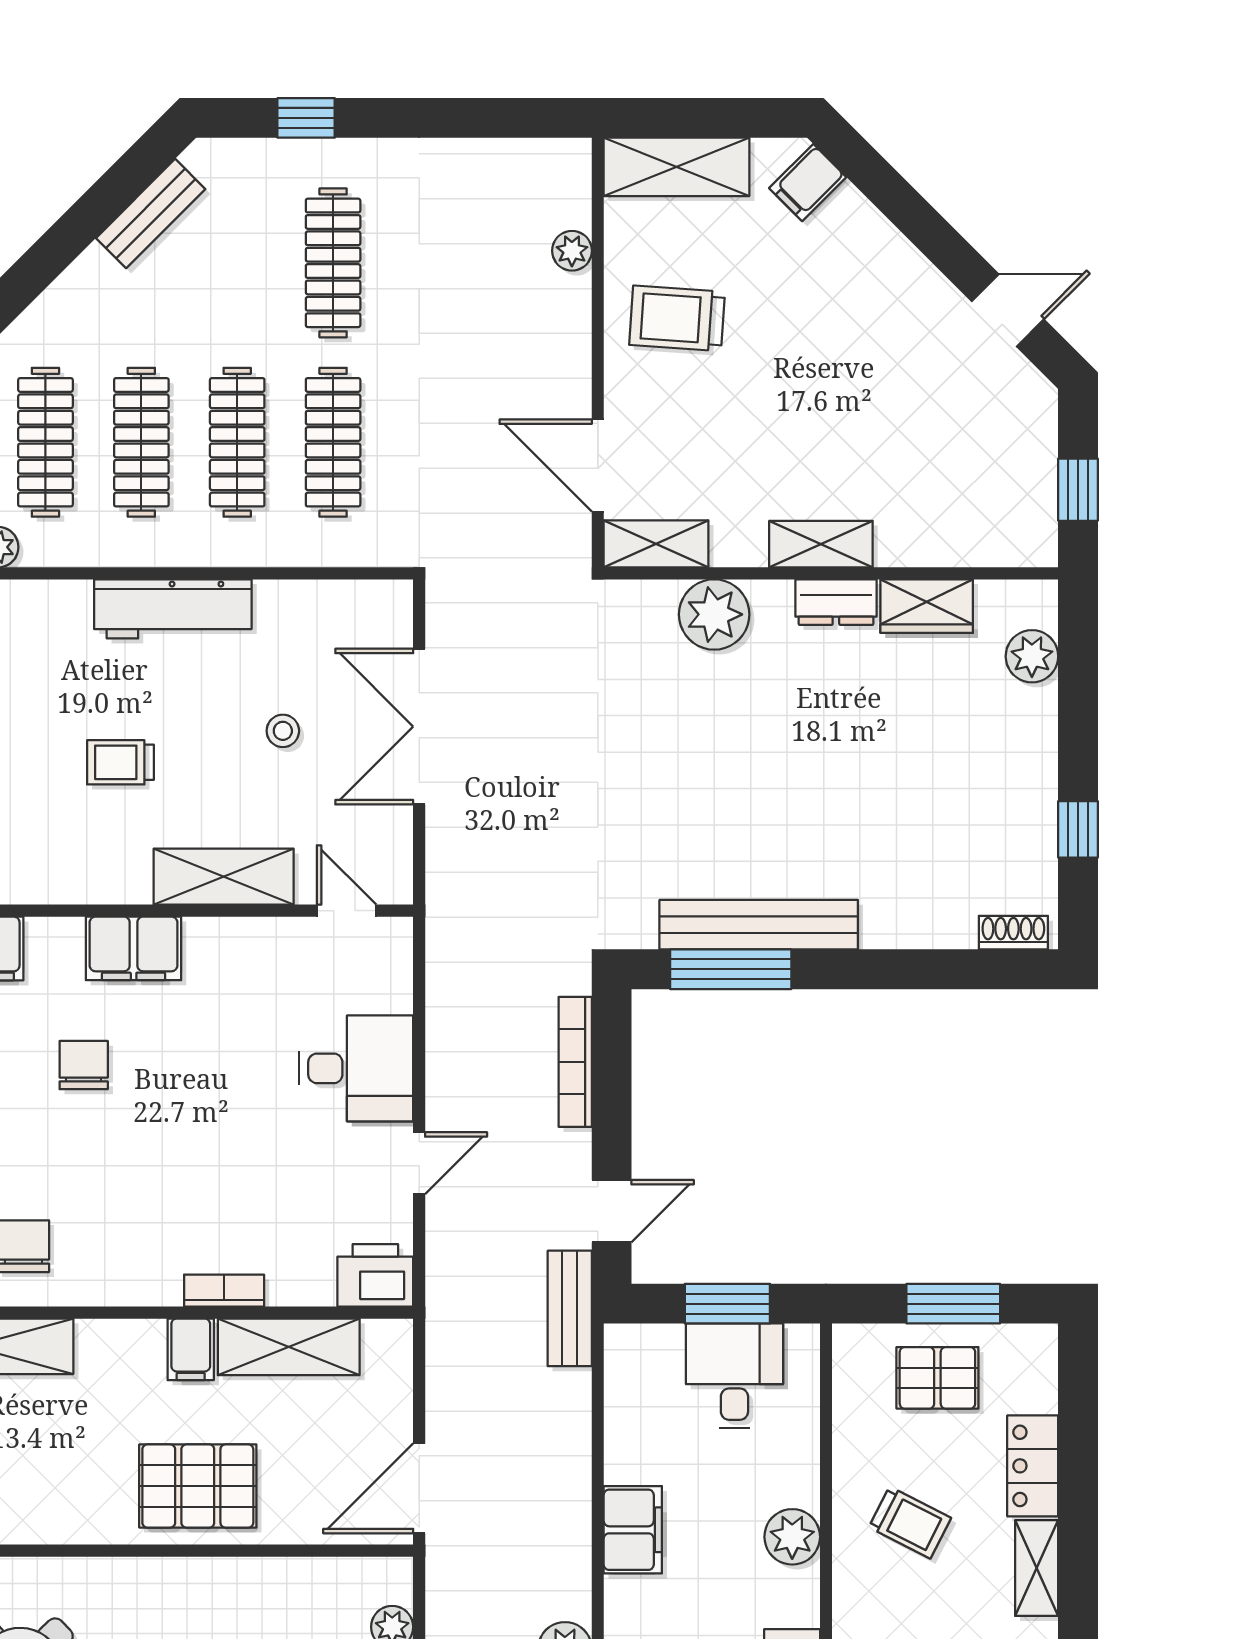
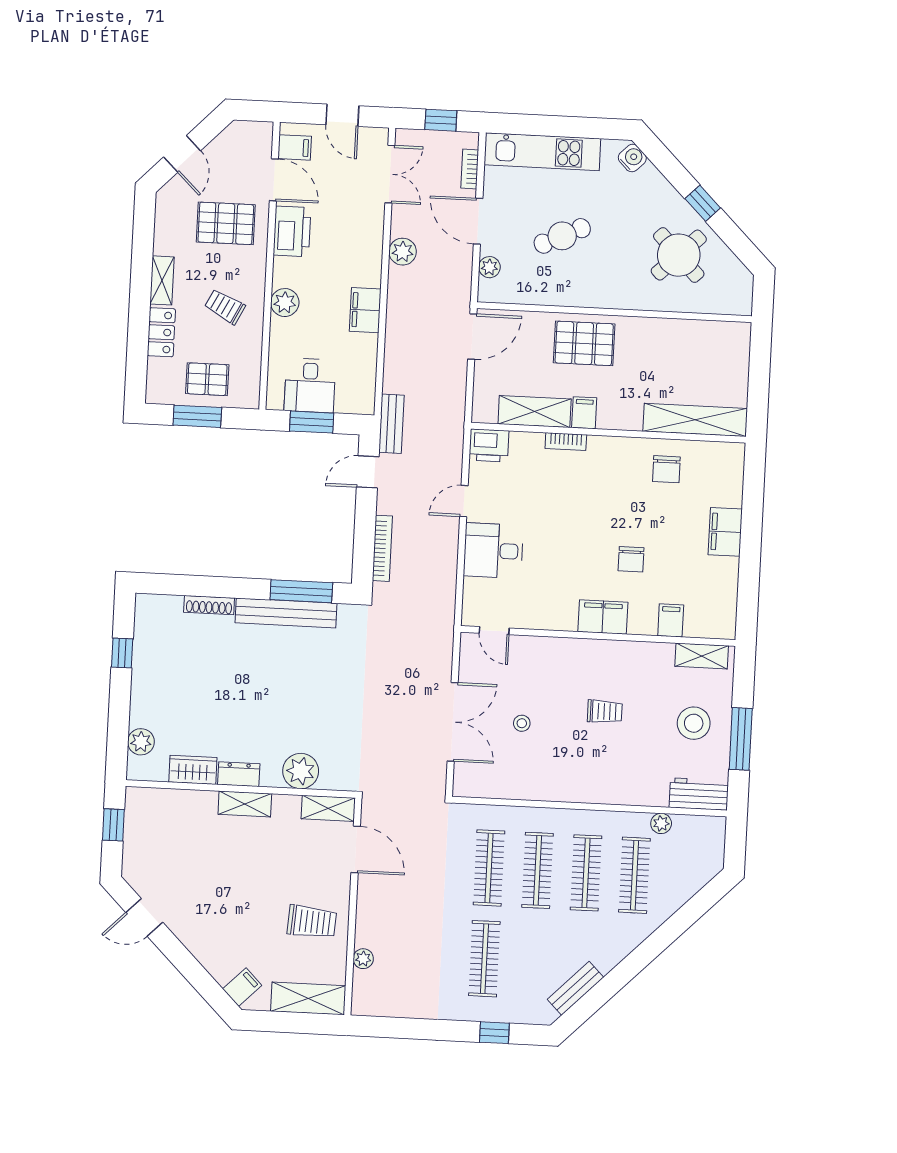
workbench: (173, 609) -> (574, 788), removed
shelving: (224, 877) -> (555, 651), removed
shoe rack: (1013, 933) -> (209, 605), moved, width x1.43

